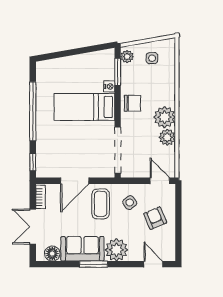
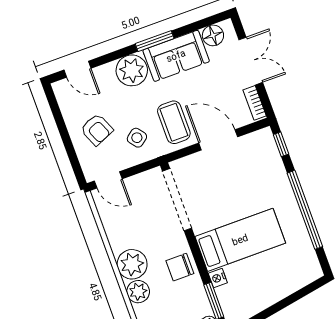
plant: (167, 137) -> (138, 292), moved
door: (75, 181) -> (218, 140), hinge flipped

